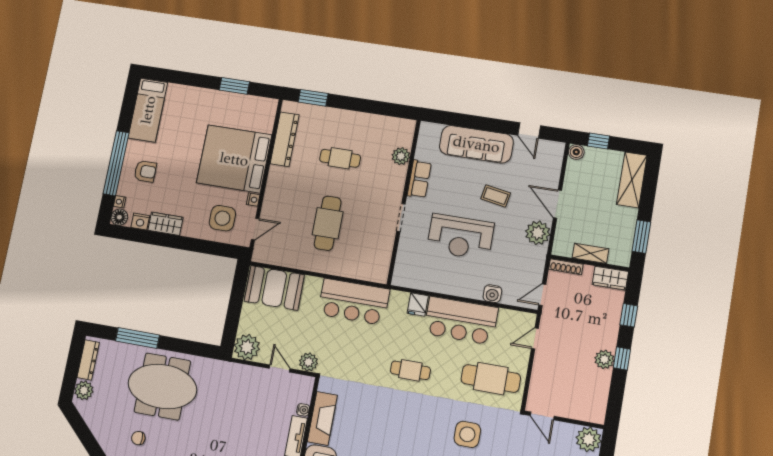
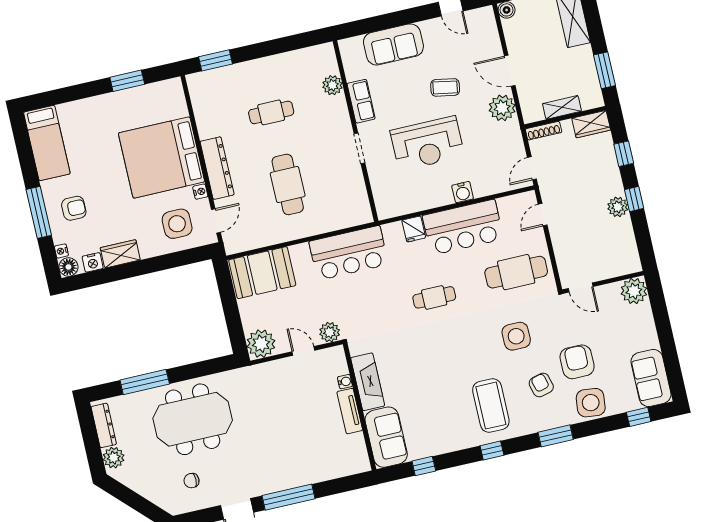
dresser: (285, 139) -> (217, 168), moved
sofa: (476, 144) -> (393, 44), width x0.73
window: (116, 163) -> (39, 212), width x0.68
water cooler: (492, 294) -> (463, 192), moved

